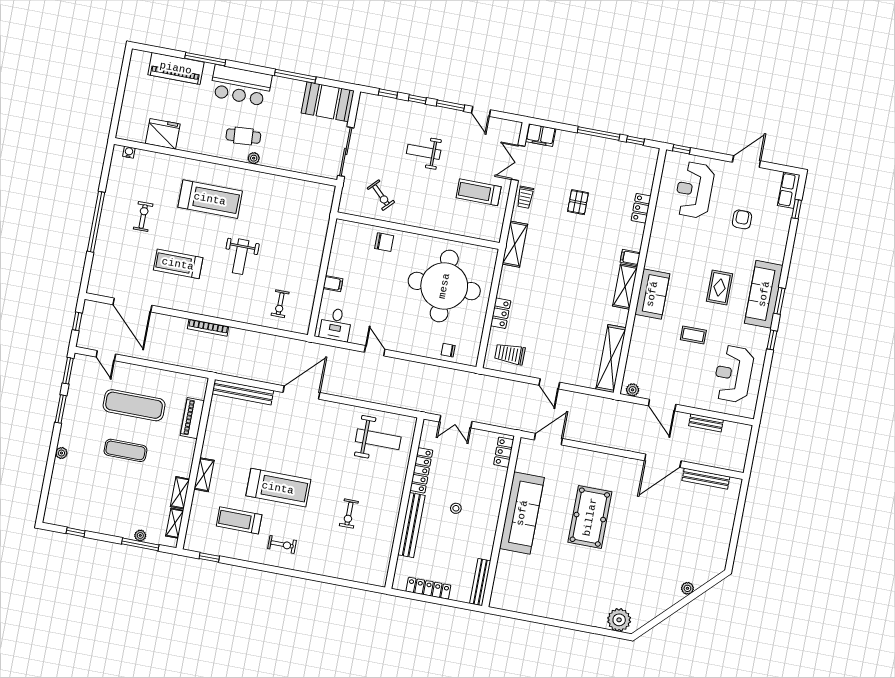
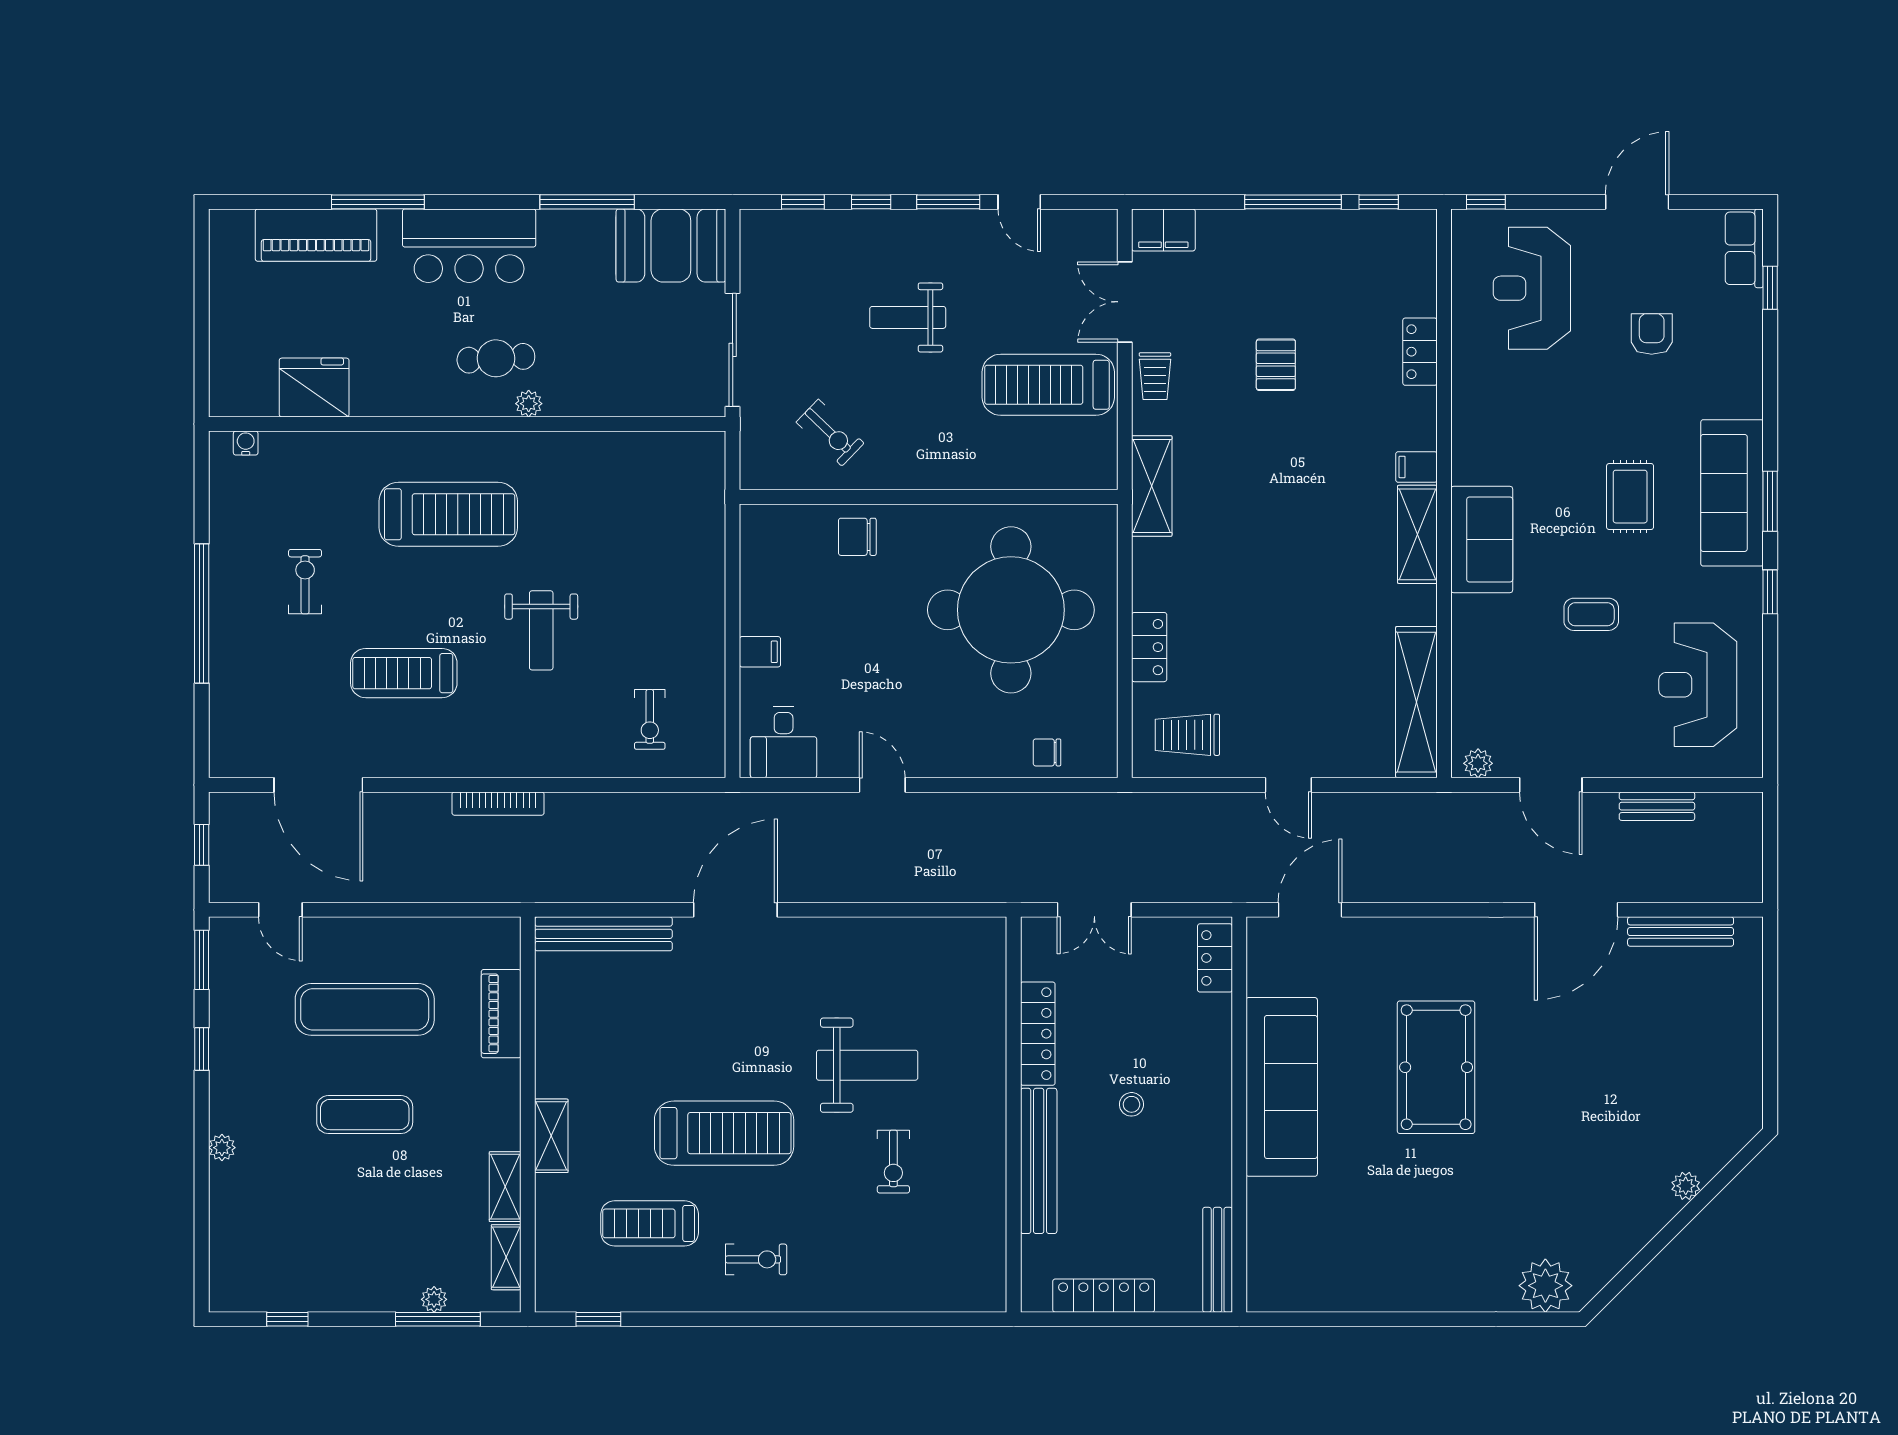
treadmill: (479, 192) -> (1048, 385), width x1.37, depth x1.38
chair: (384, 242) -> (857, 537), turned 180
window: (61, 409) -> (202, 1049), width x0.67
weight bench: (378, 439) -> (867, 1065), moved

